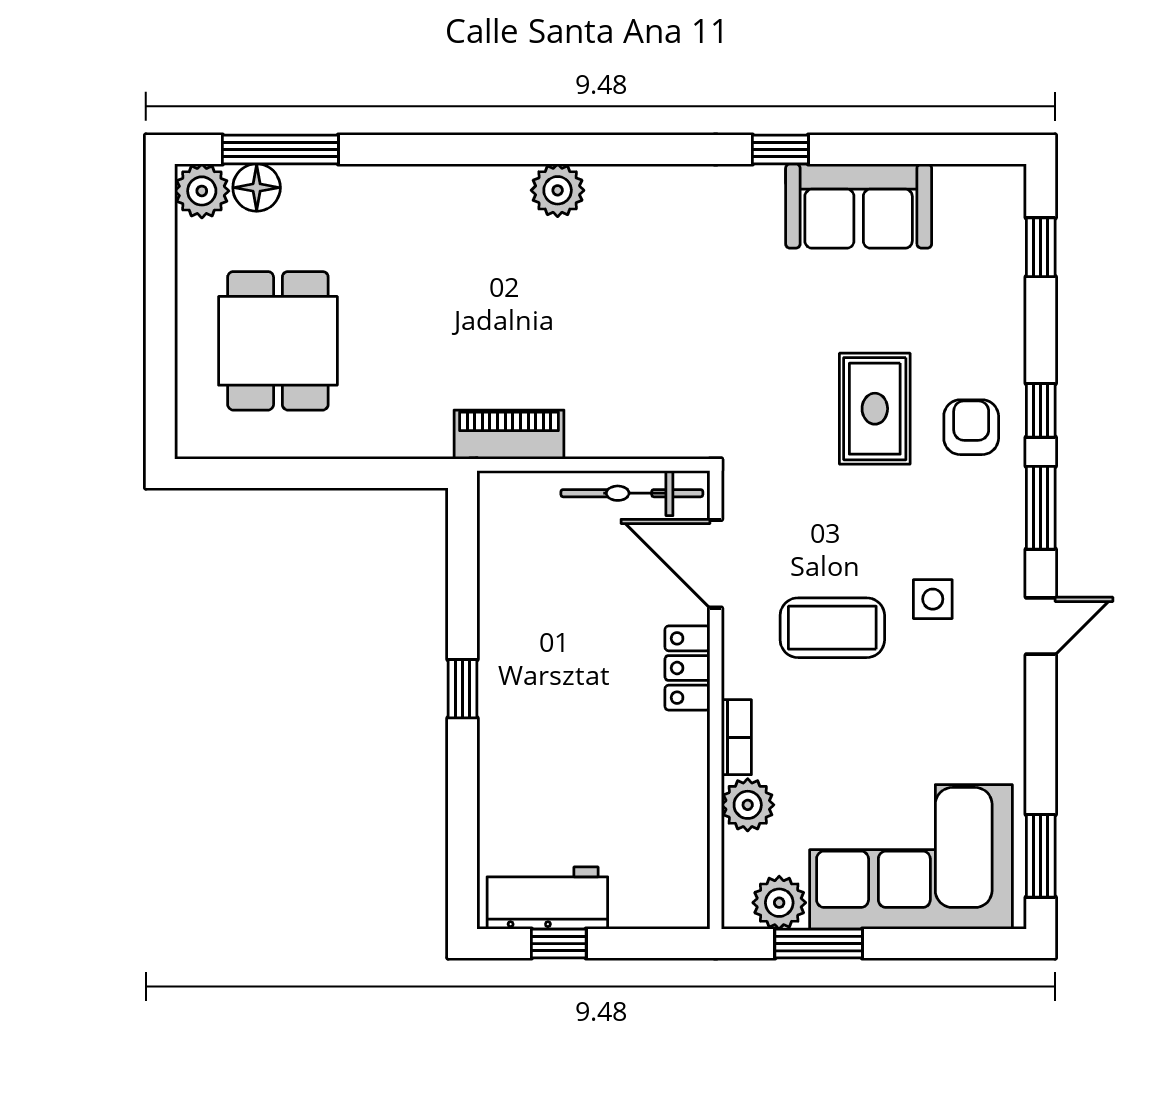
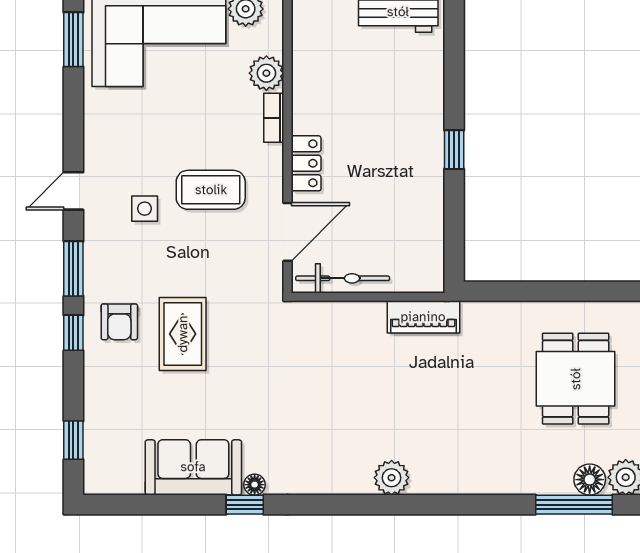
floor lamp: (766, 180) -> (255, 485), added
door: (716, 564) -> (287, 232), hinge flipped

